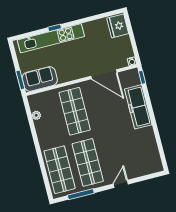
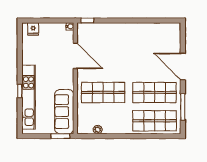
fridge: (118, 26) -> (33, 29), width x0.53, depth x0.75
door: (104, 74) -> (75, 56), hinge flipped
sofa: (40, 79) -> (64, 112), width x1.36
freezer: (138, 107) -> (114, 31), removed
door: (121, 184) -> (183, 67), width x1.88

